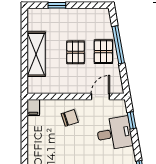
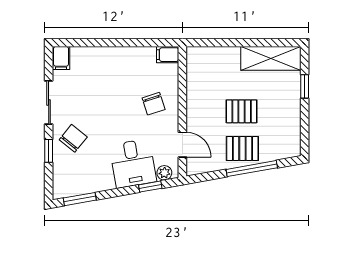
shelving: (36, 54) -> (271, 58), moved
plant: (121, 110) -> (164, 173), added

